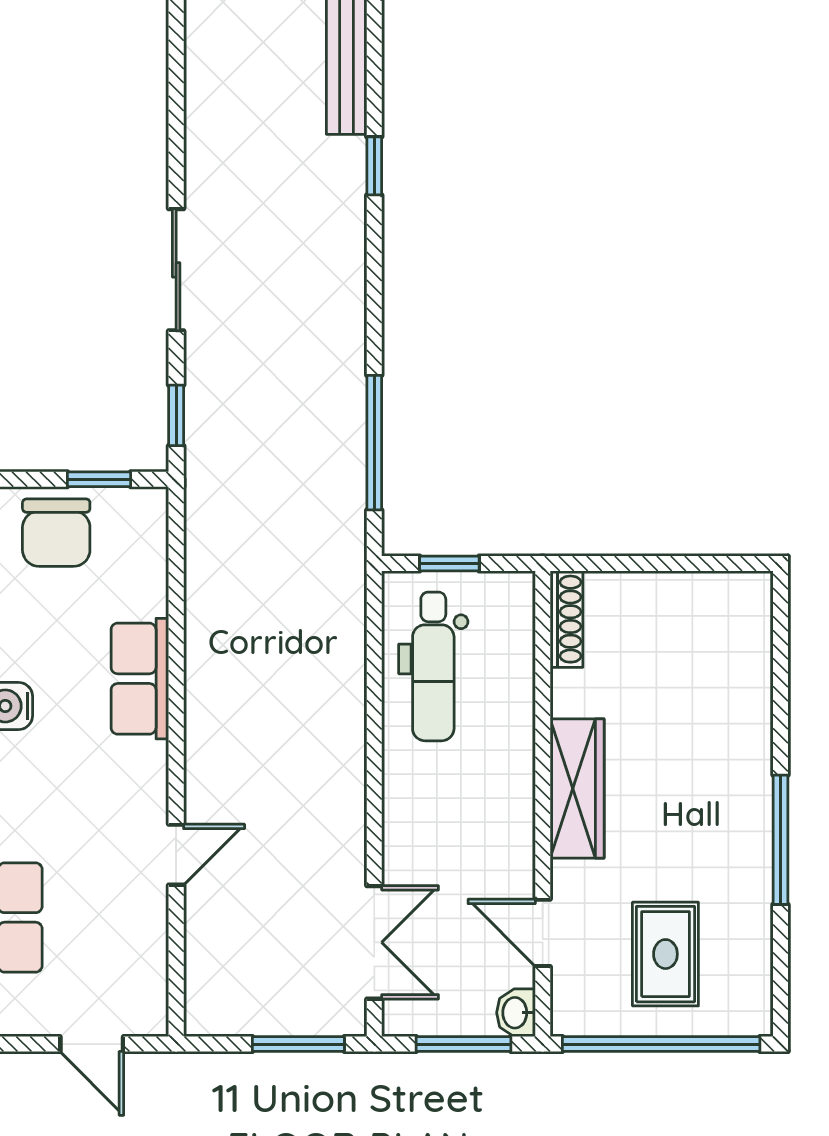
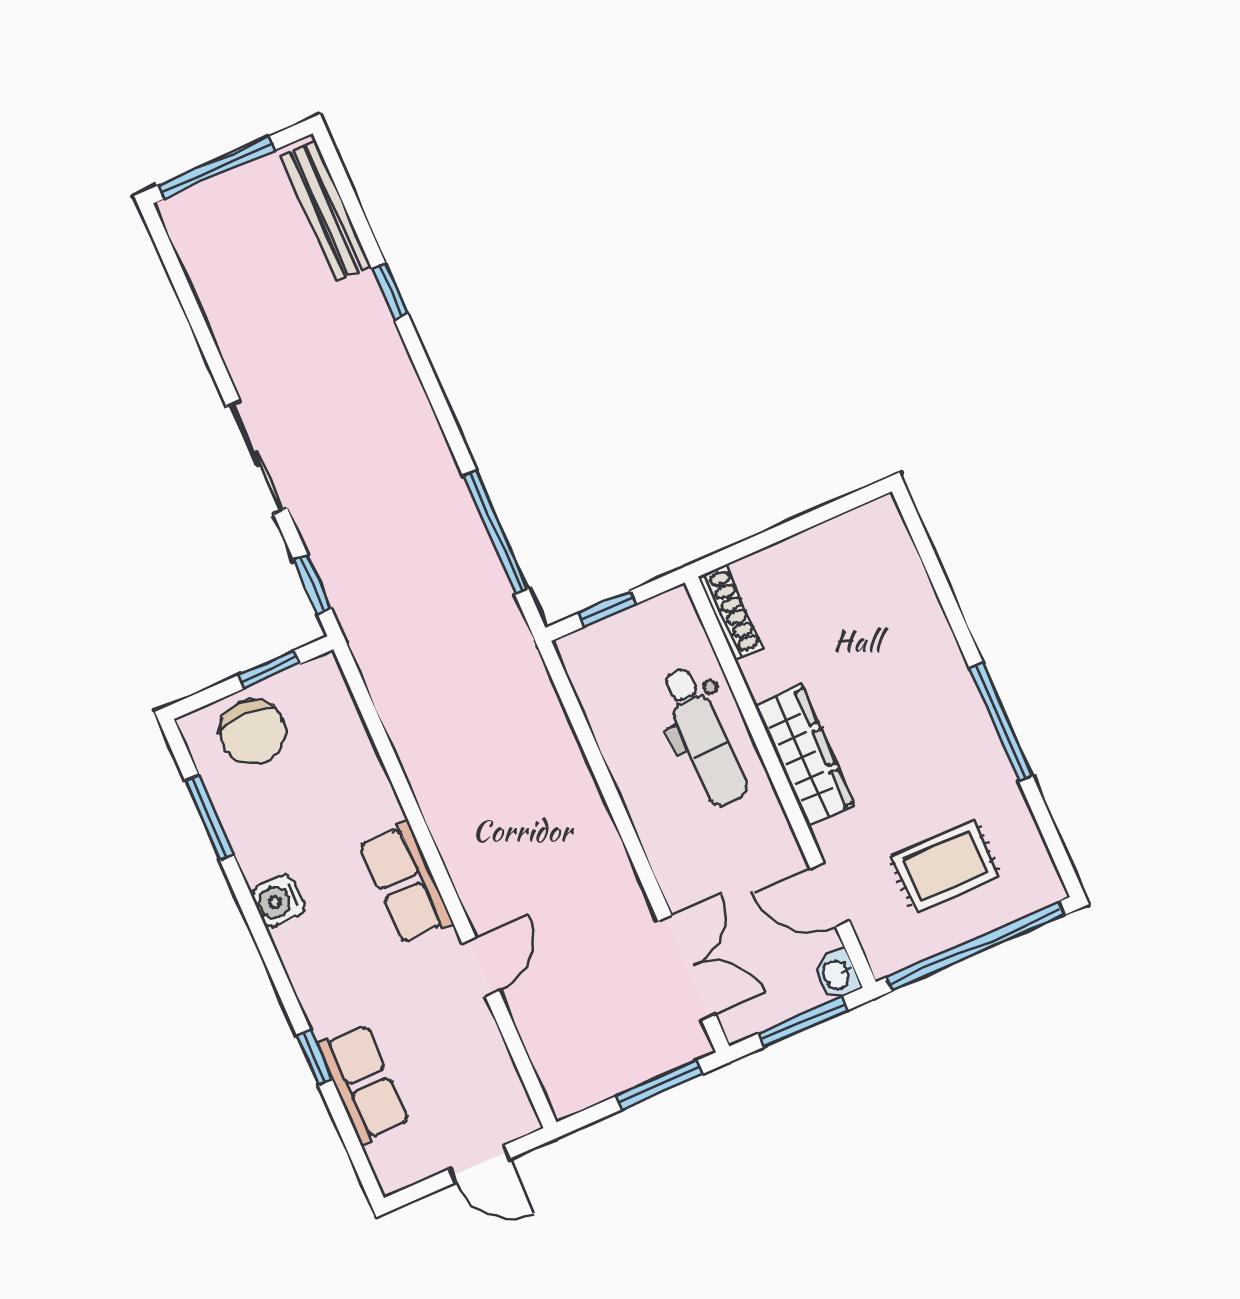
dental chair: (433, 666) -> (704, 737), moved
row of seats: (140, 679) -> (406, 883), moved
rug: (665, 954) -> (945, 866), turned 90

